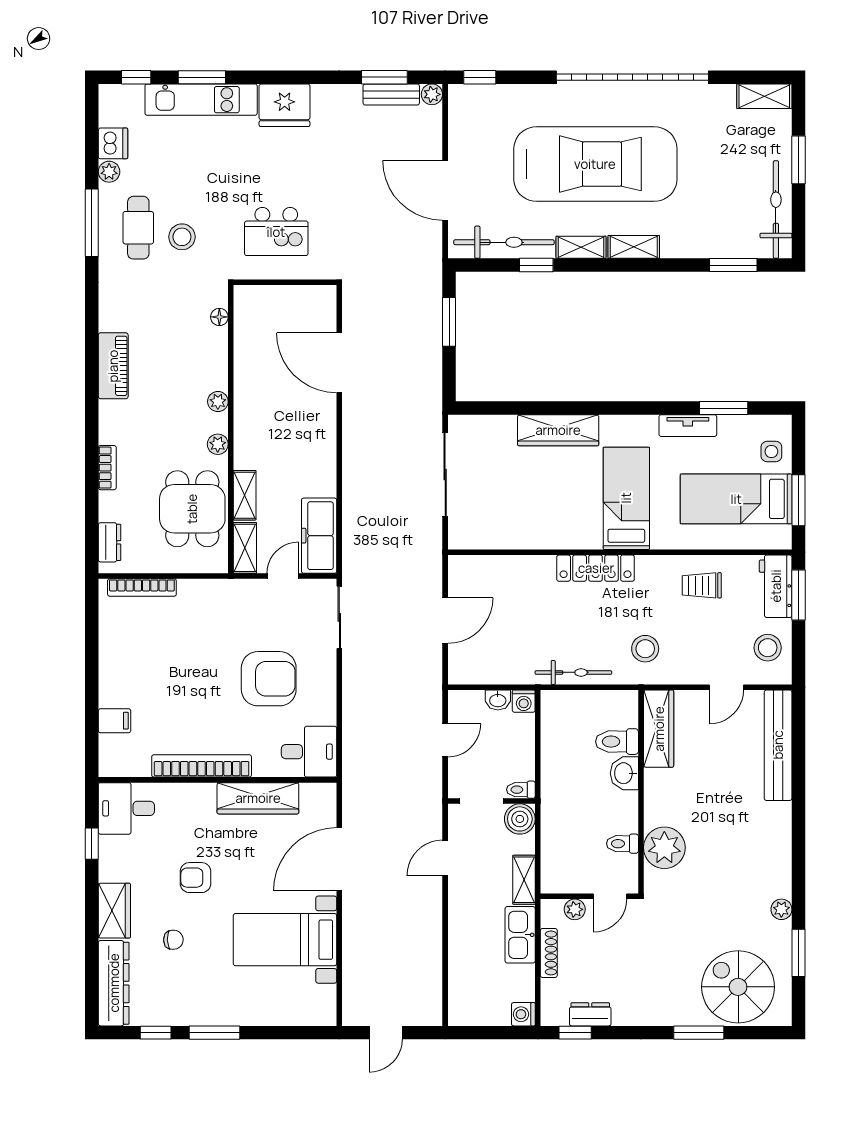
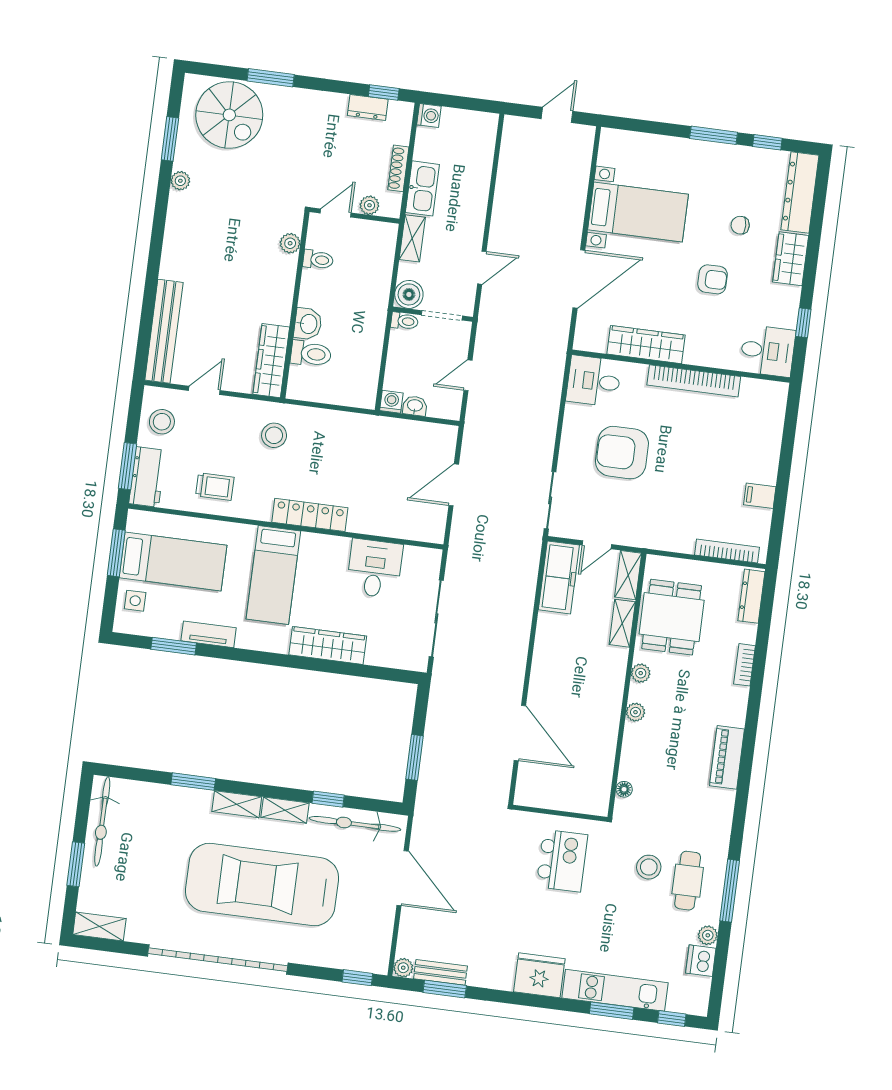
kitchen island: (276, 232) -> (562, 861), turned 90
window: (733, 265) -> (193, 782), moved
desk: (518, 520) -> (375, 568), added
dresser: (110, 542) -> (751, 596), width x1.44
bicycle: (573, 672) -> (342, 422), removed
filing cabinet: (115, 721) -> (760, 496), moved
plant: (664, 848) -> (290, 243), width x0.53, depth x0.53

